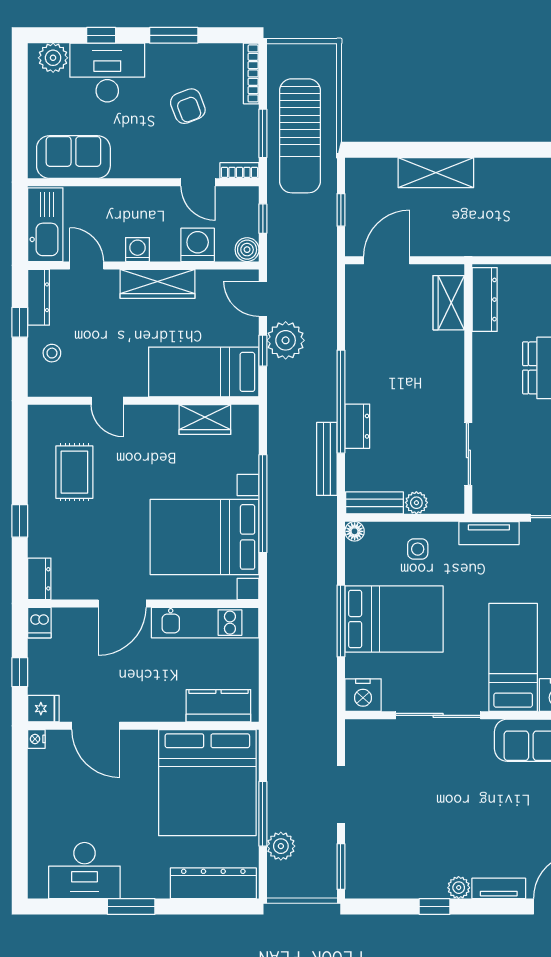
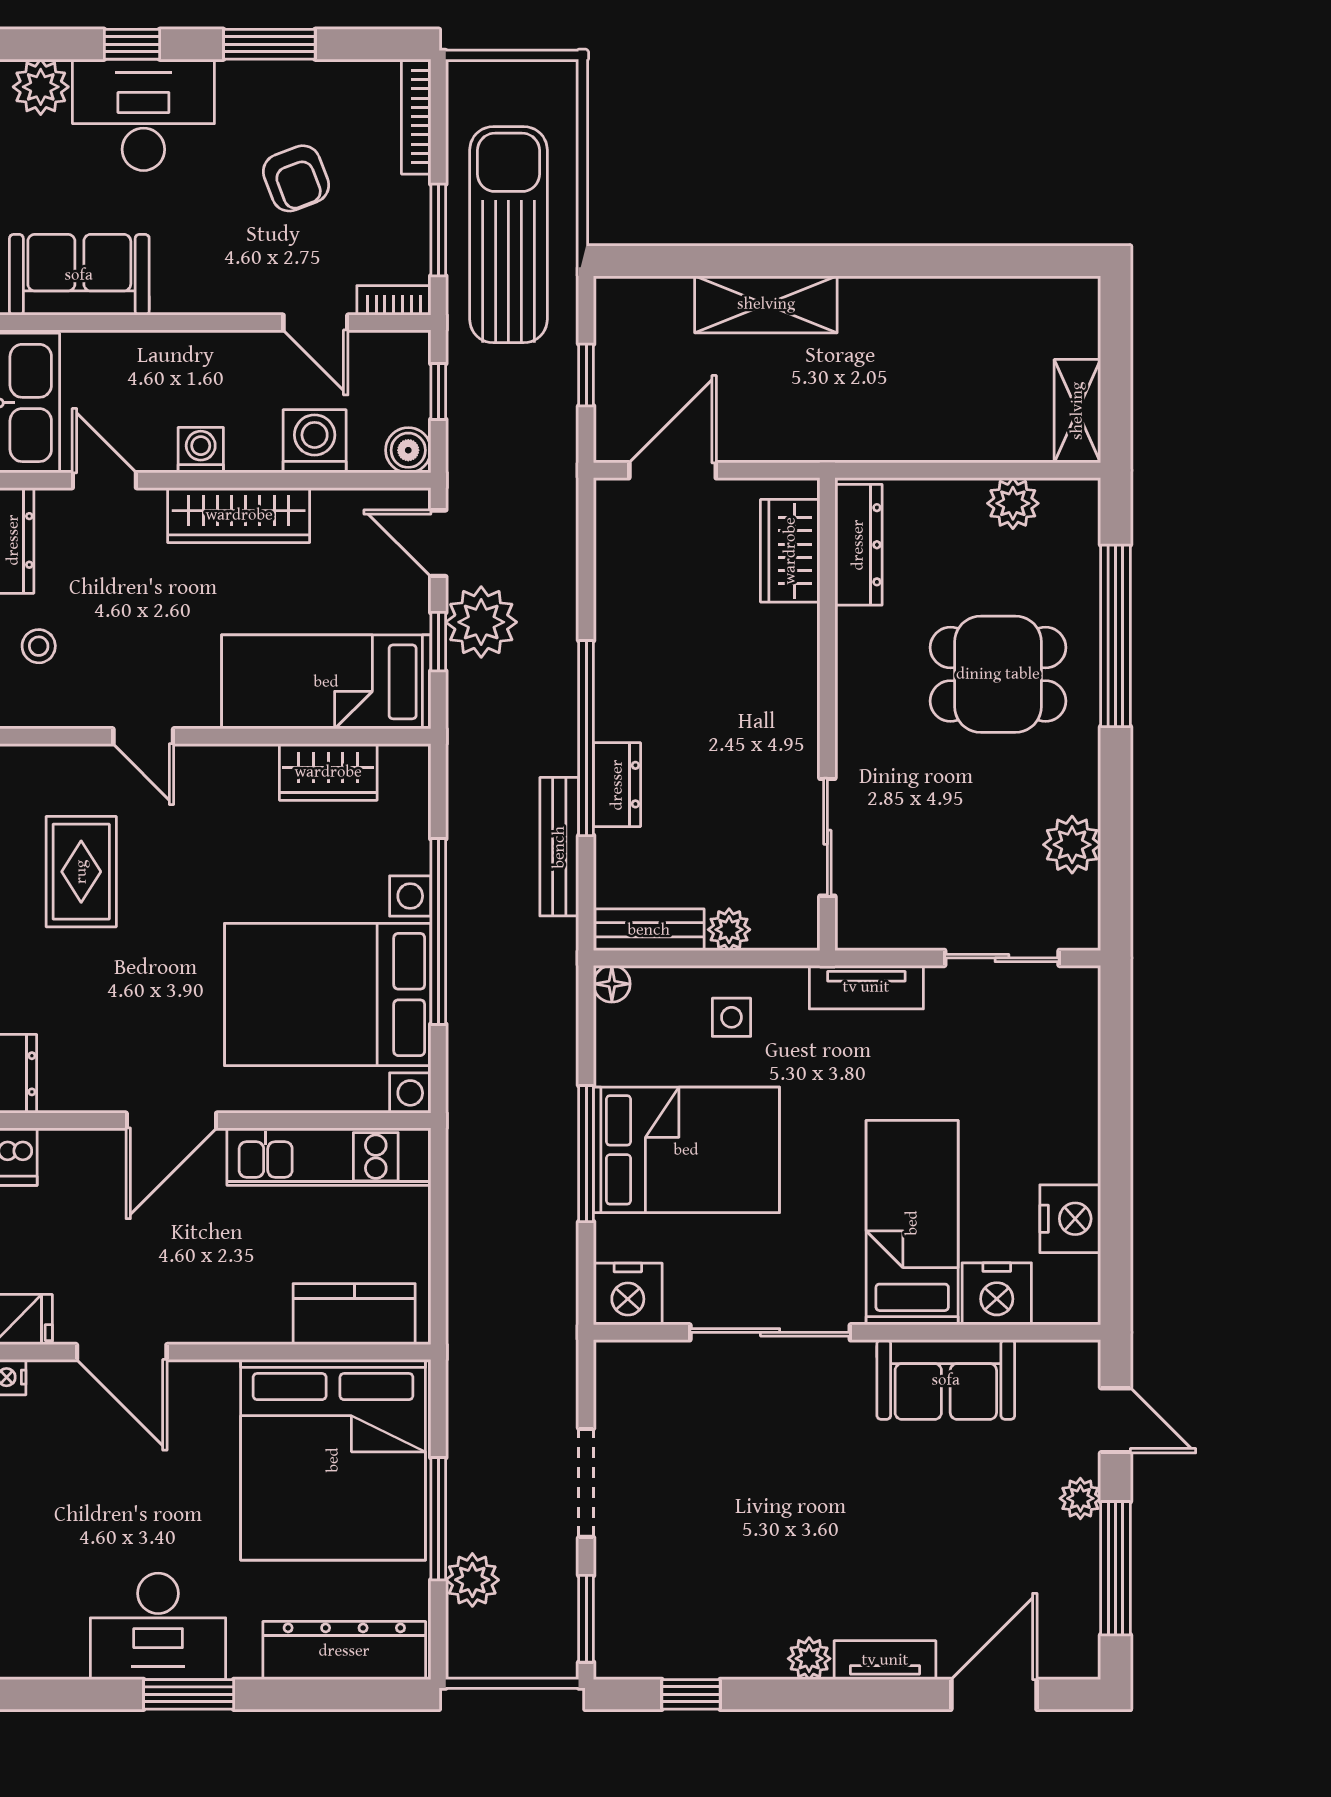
sun lounger: (300, 136) -> (508, 235), turned 180
desk: (84, 871) -> (158, 1626), moved
window: (435, 906) -> (691, 1694), moved

